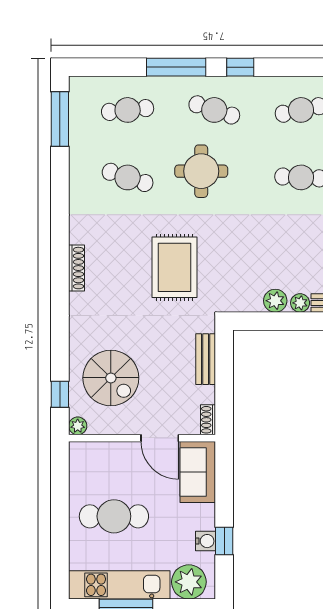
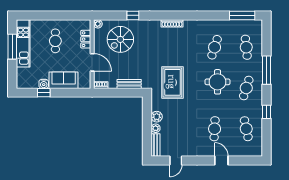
window: (240, 67) -> (266, 112), moved
rug: (174, 267) -> (172, 82), moved, turned 90
window: (60, 394) -> (133, 15), moved
door: (160, 438) -> (92, 62), swing flipped
locker: (110, 452) -> (86, 39), added
sofa: (198, 472) -> (64, 80), moved
cafe table: (114, 516) -> (55, 41), width x0.73, depth x0.74
plant: (189, 582) -> (25, 76), removed

